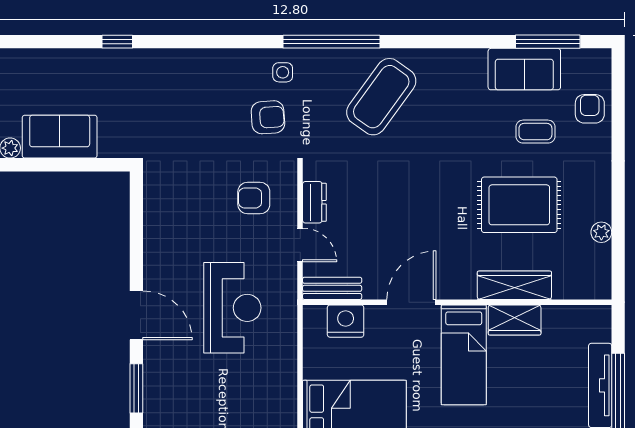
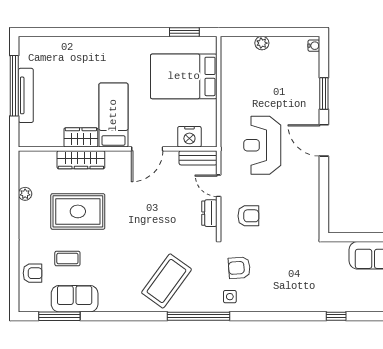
armchair: (590, 109) -> (33, 273), turned -90

